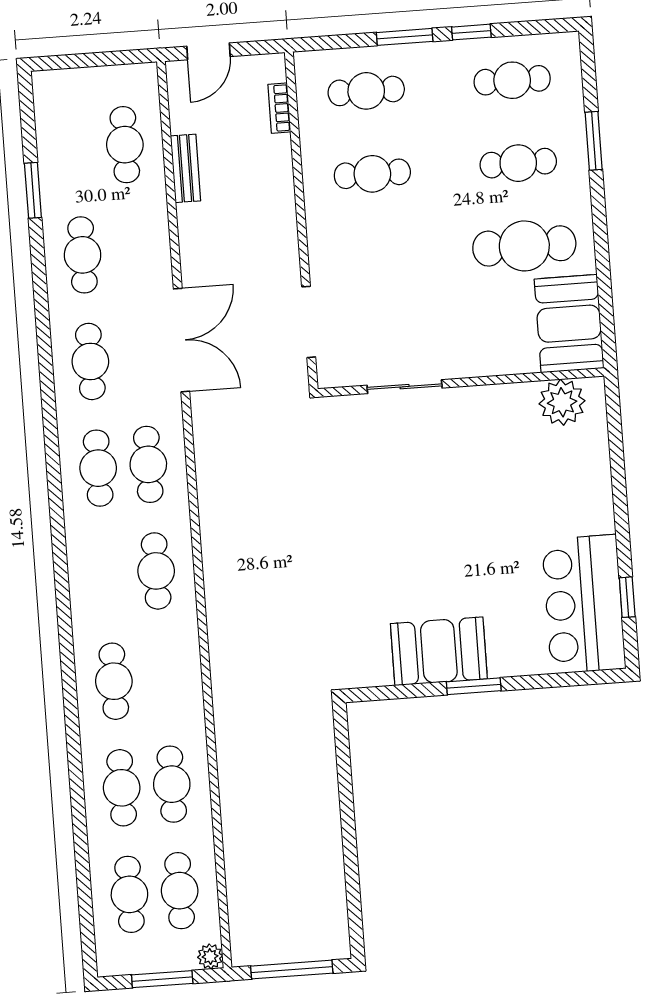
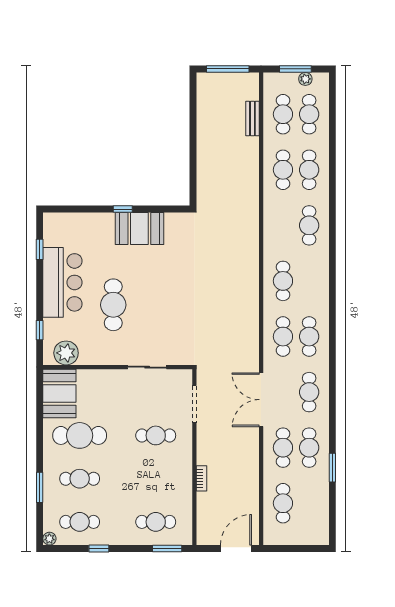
window: (405, 37) -> (167, 548), moved
plant: (568, 44) -> (49, 539), added
door: (209, 51) -> (236, 548), width x1.38
bookcase: (279, 108) -> (201, 478), moved
bench: (186, 168) -> (252, 118), moved
cafe table: (372, 174) -> (156, 435), moved
window: (33, 190) -> (332, 468), moved
cafe table: (133, 251) -> (283, 448), added
window: (616, 442) -> (40, 330), added
cafe table: (478, 501) -> (113, 305), added
bar counter: (584, 604) -> (62, 282), moved
window: (474, 686) -> (123, 209), width x0.67
plant: (210, 956) -> (305, 79), moved

